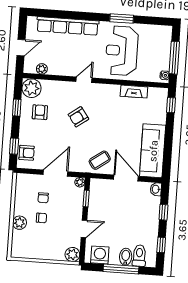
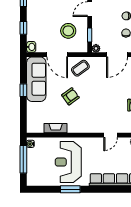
reception desk: (122, 51) -> (68, 162), turned 180
door: (84, 80) -> (111, 135), moved
window: (171, 105) -> (23, 90), moved
armchair: (78, 117) -> (70, 96), moved
stool: (111, 205) -> (68, 31), added

